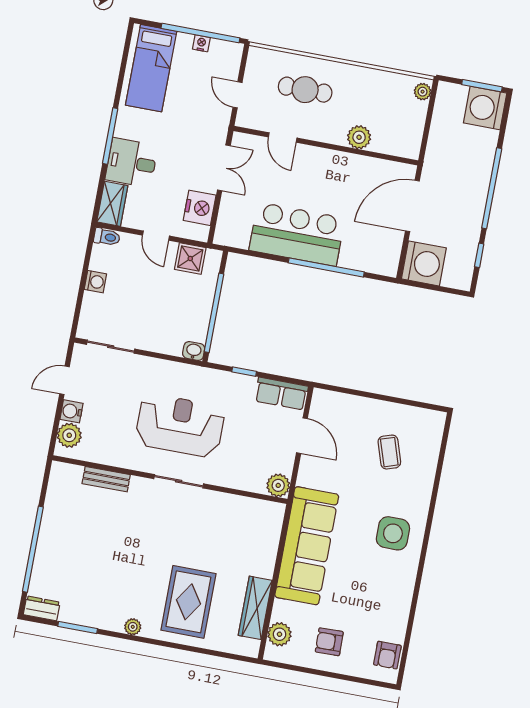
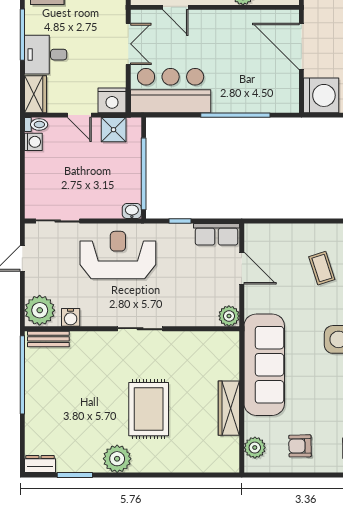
door: (412, 206) -> (301, 46), hinge flipped
nightstand: (200, 208) -> (112, 100), moved, turned 90
bar counter: (297, 234) -> (171, 91), moved
washing machine: (95, 282) -> (33, 142), moved
water cooler: (71, 411) -> (71, 317), moved, turned -90
reception desk: (180, 425) -> (118, 255), moved
plant: (69, 435) -> (40, 310), width x1.36, depth x1.36
bench: (106, 479) -> (48, 339), moved
window: (33, 549) -> (22, 375), moved
rug: (188, 602) -> (149, 409), moved
wardrobe: (255, 608) -> (229, 408), moved
plant: (133, 627) -> (117, 459), width x1.88, depth x1.88

